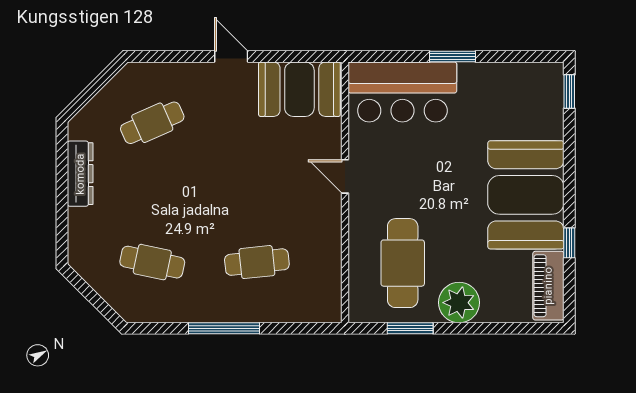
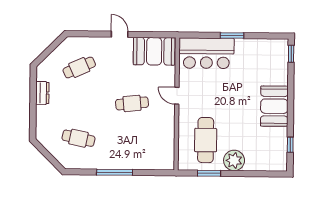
dresser: (80, 174) -> (42, 93), width x0.70
booth: (526, 195) -> (274, 106), width x0.73, depth x0.70
window: (569, 243) -> (290, 145), moved
cafe table: (257, 262) -> (132, 103), moved
piano: (548, 286) -> (280, 152), removed

